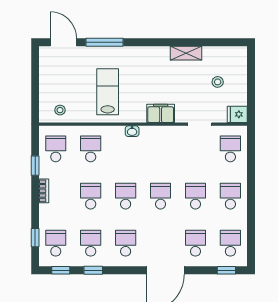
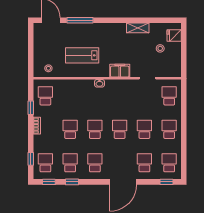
lab bench: (108, 92) -> (82, 55), turned -90
fridge: (237, 114) -> (174, 36), moved
school desk: (91, 149) -> (70, 96), removed

